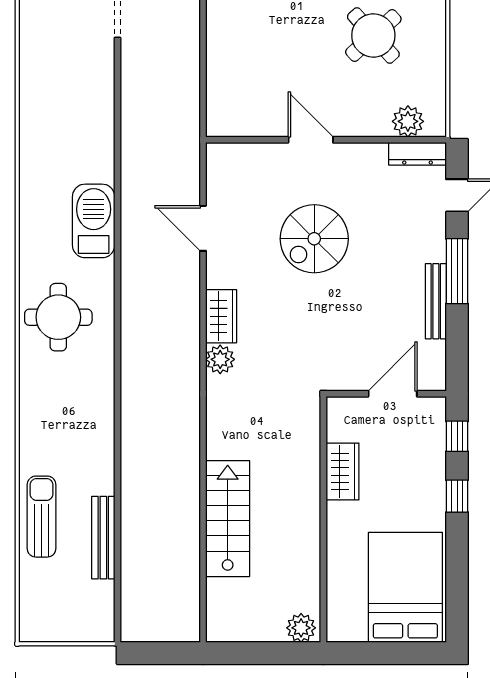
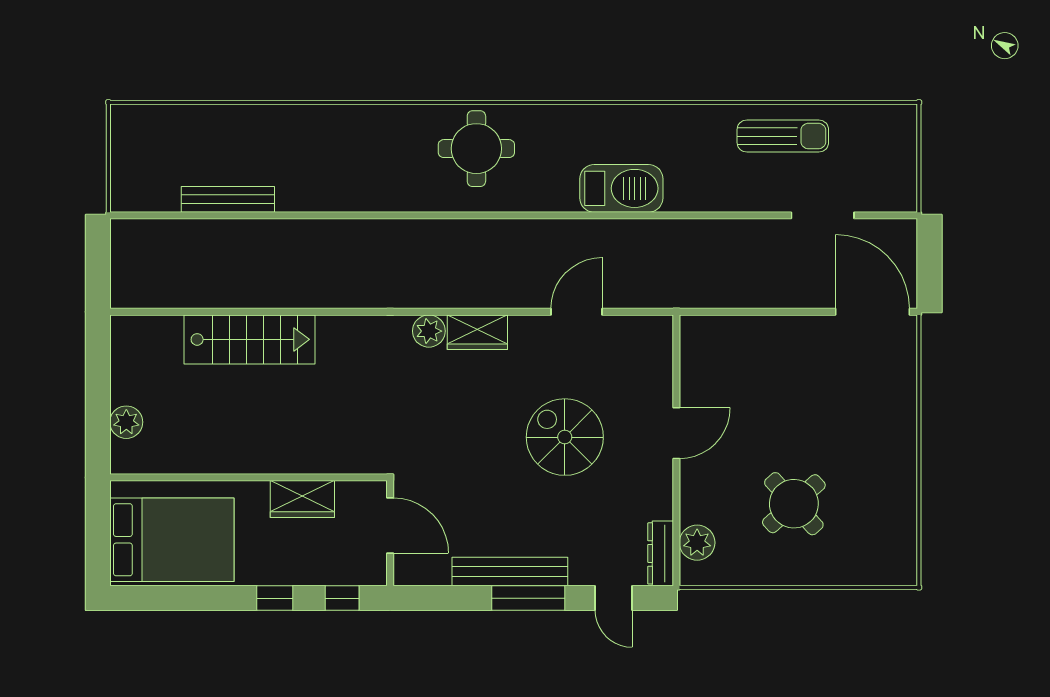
barbecue: (94, 221) -> (621, 188), moved
bench: (436, 301) -> (510, 572), width x1.37, depth x1.21
wardrobe: (343, 472) -> (302, 499), moved
sun lounger: (42, 517) -> (783, 136), moved
wall: (323, 519) -> (248, 477), moved

